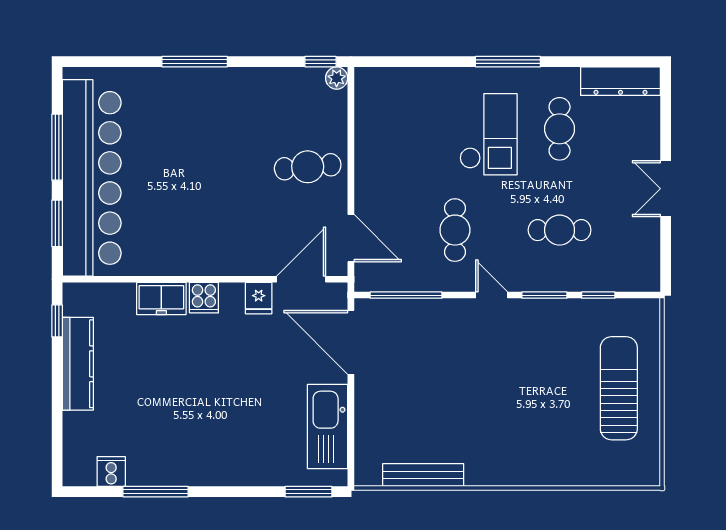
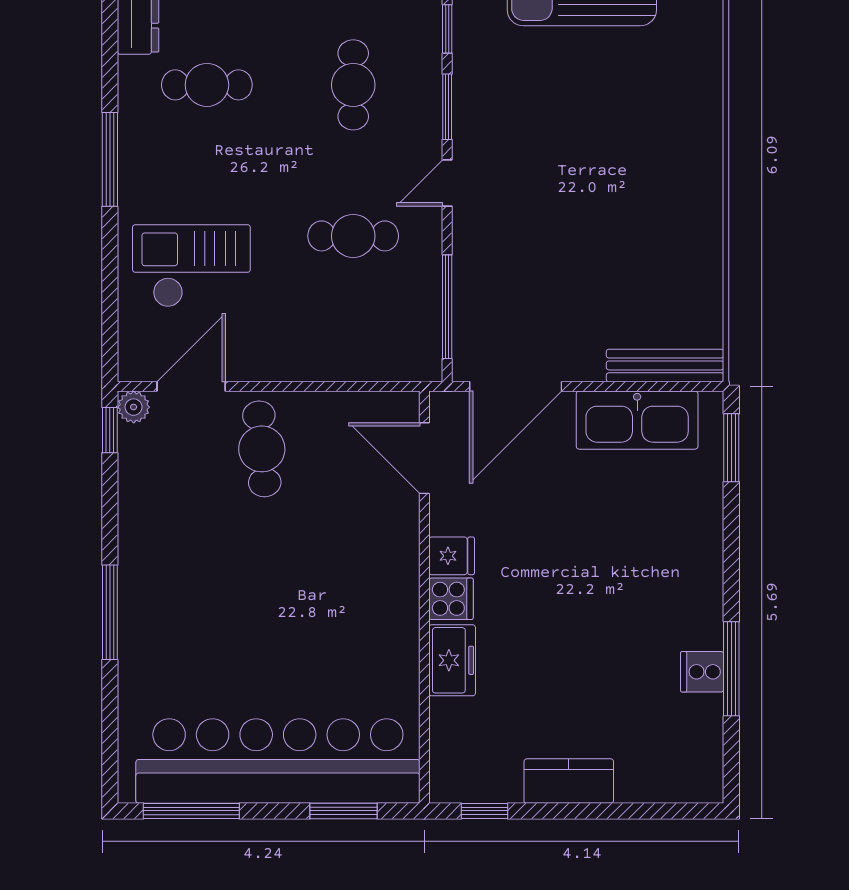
checkout: (488, 134) -> (191, 266), moved
window: (57, 147) -> (191, 811), moved
door: (351, 238) -> (191, 386), moved
fridge: (259, 298) -> (452, 556), moved
kitchen counter: (78, 364) -> (569, 781), width x0.67
cooker: (111, 471) -> (702, 672), moved
bench: (423, 475) -> (665, 365), moved, turned 90

